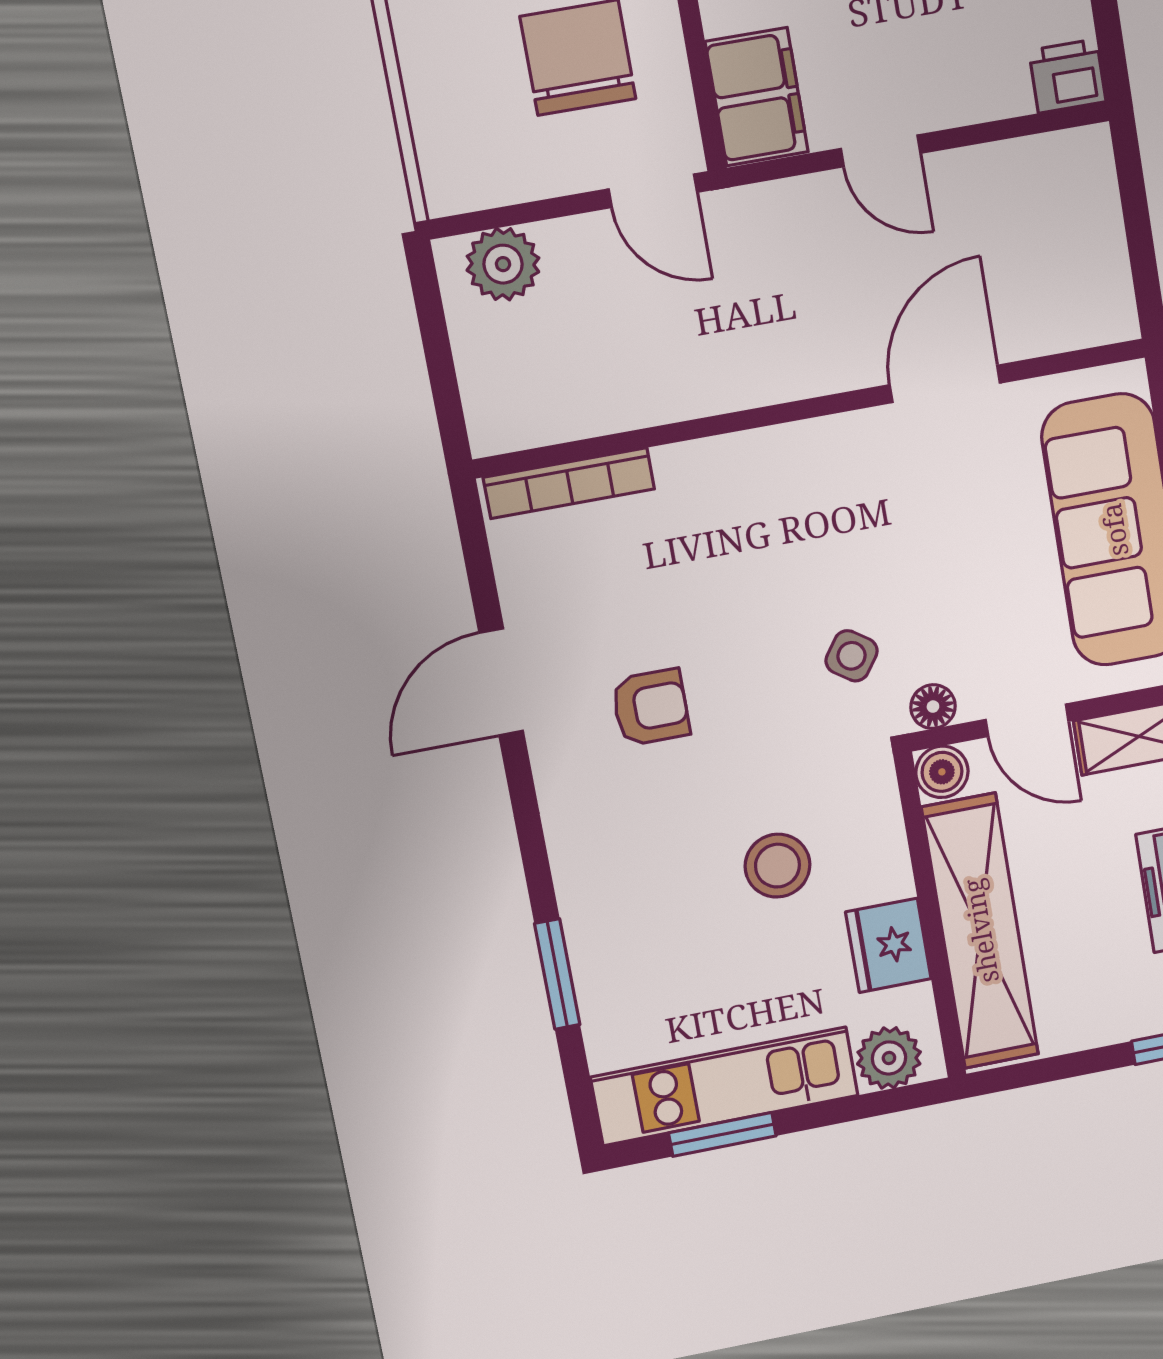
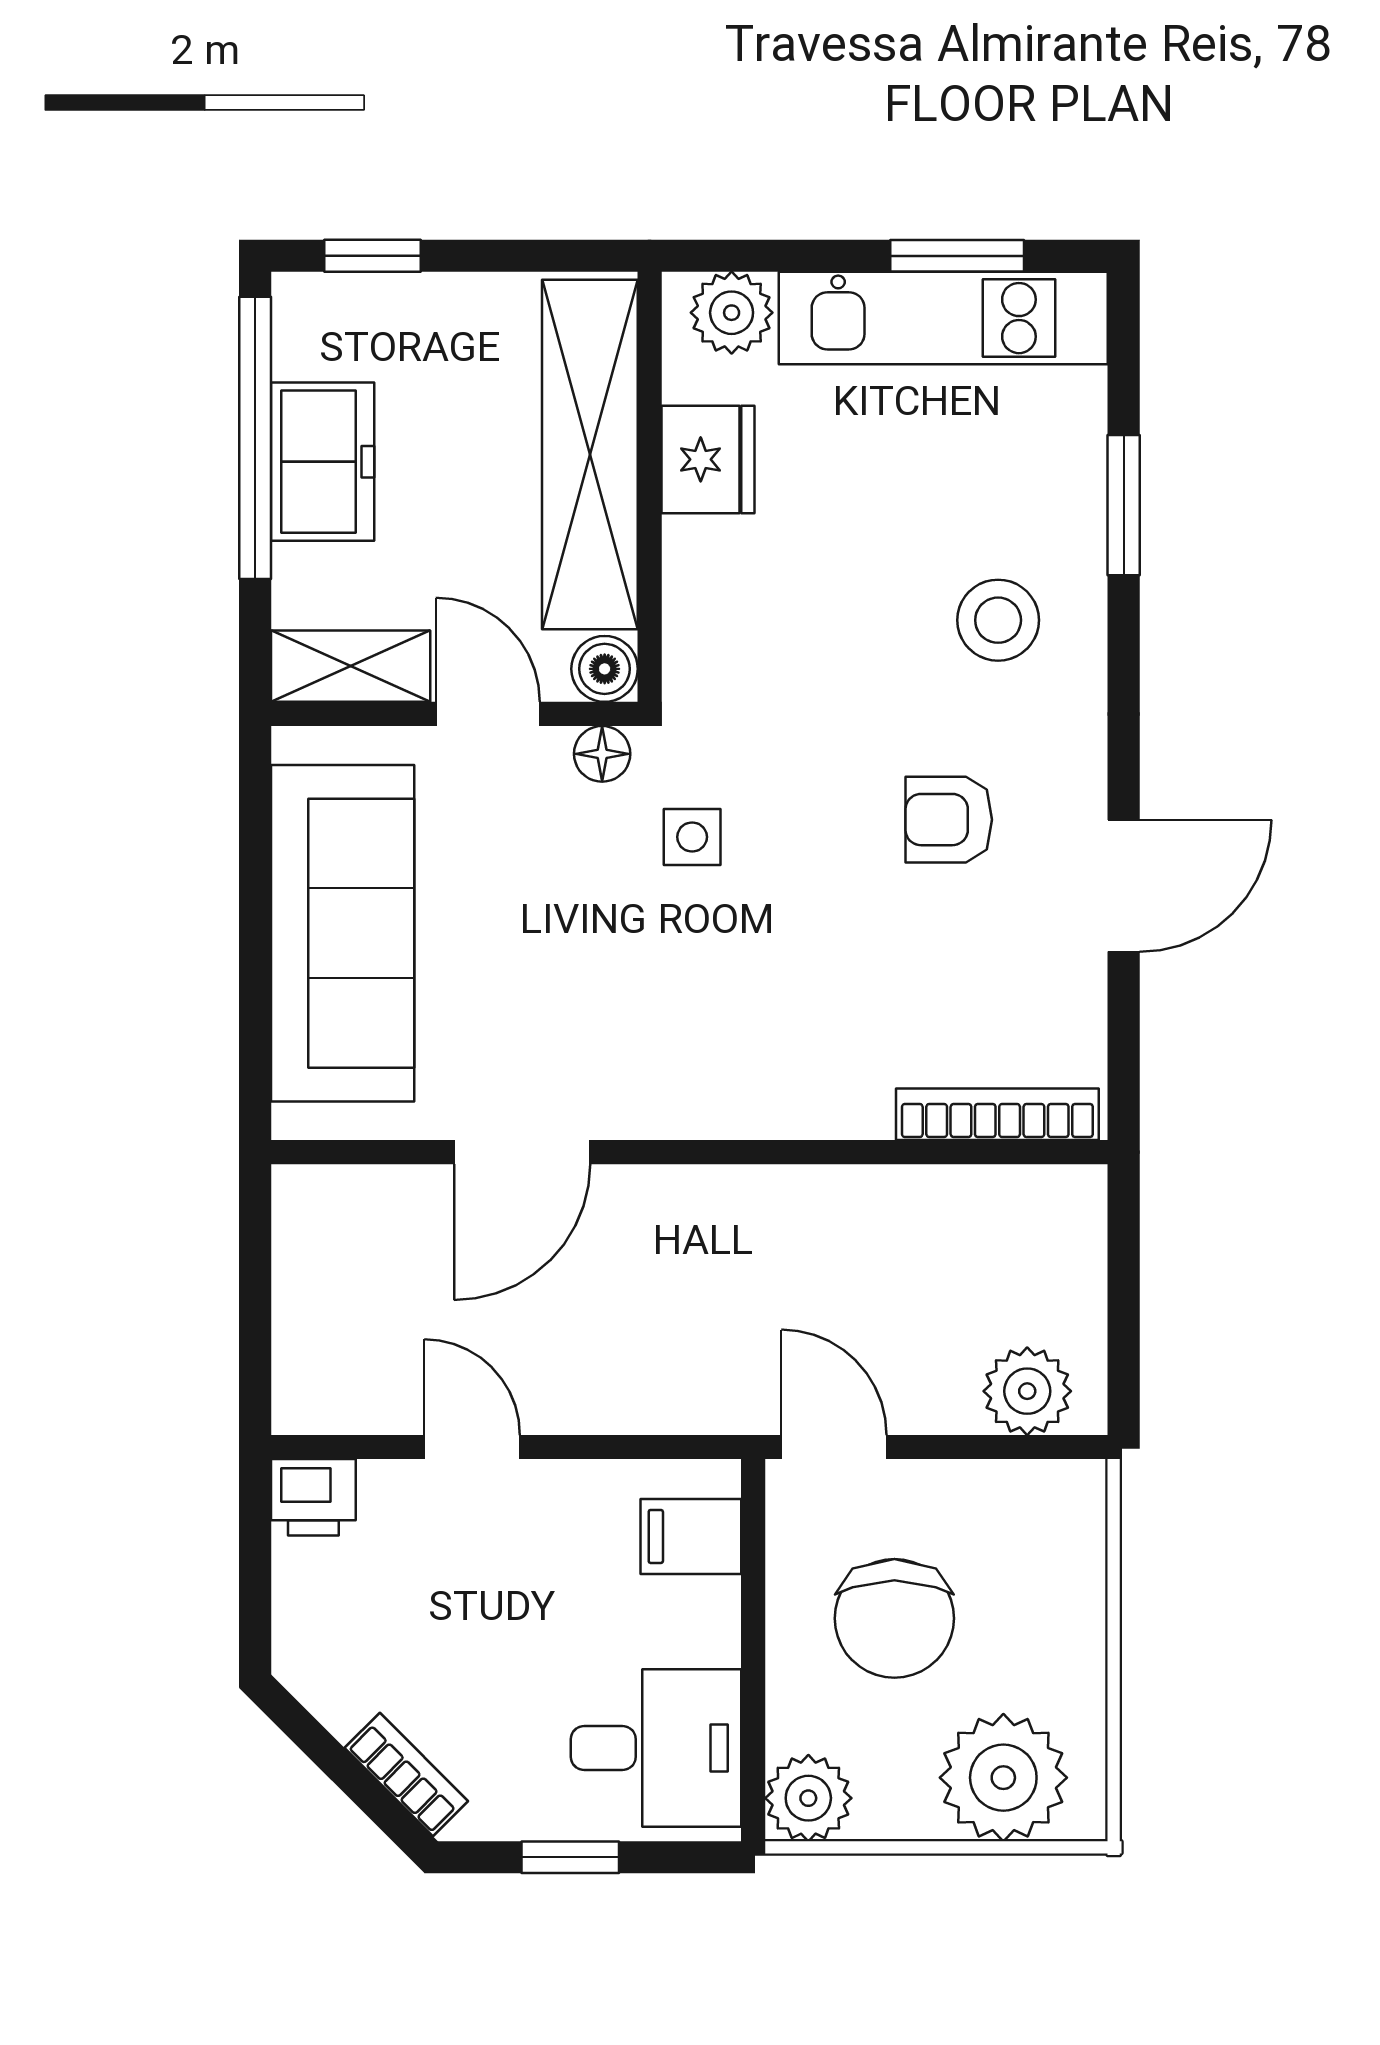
filing cabinet: (757, 97) -> (691, 1536), width x0.50
door: (881, 151) -> (472, 1447), moved
side table: (852, 656) -> (692, 837), turned -35
stool: (777, 866) -> (998, 620), moved

